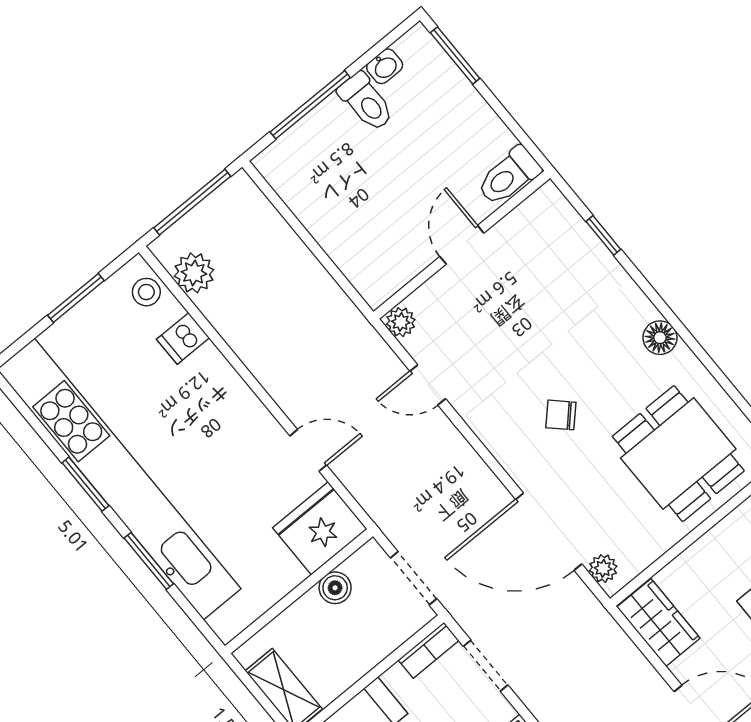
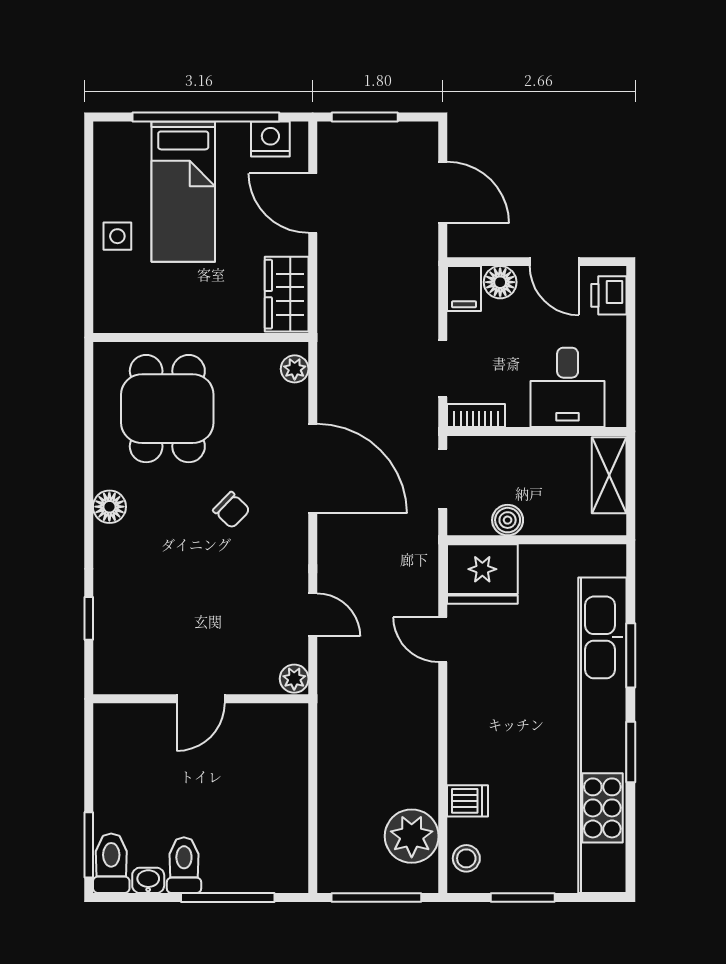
toilet: (509, 176) -> (111, 863), moved, turned -90
plant: (194, 273) -> (412, 836), width x1.36, depth x1.36
door: (549, 532) -> (313, 469), moved

